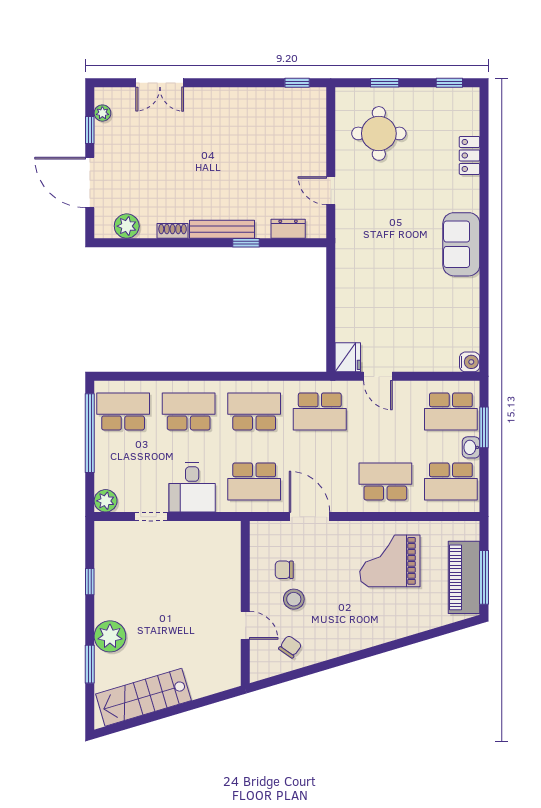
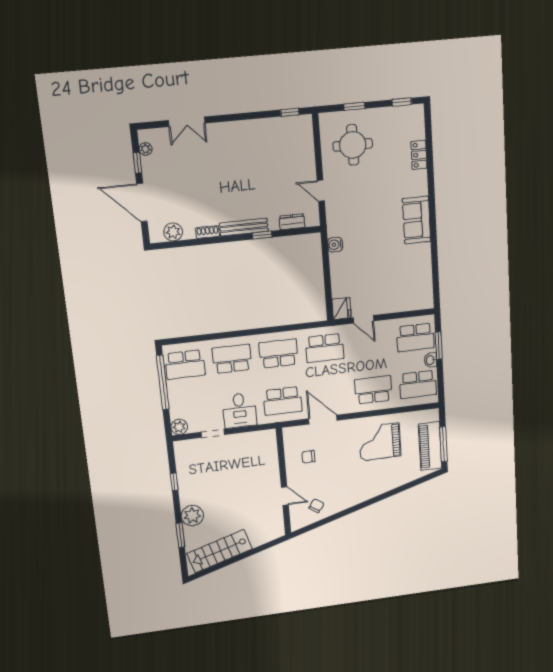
water cooler: (470, 362) -> (335, 245), moved, turned 180
school desk: (123, 411) -> (185, 364), turned 180
stool: (294, 599) -> (316, 475), removed

